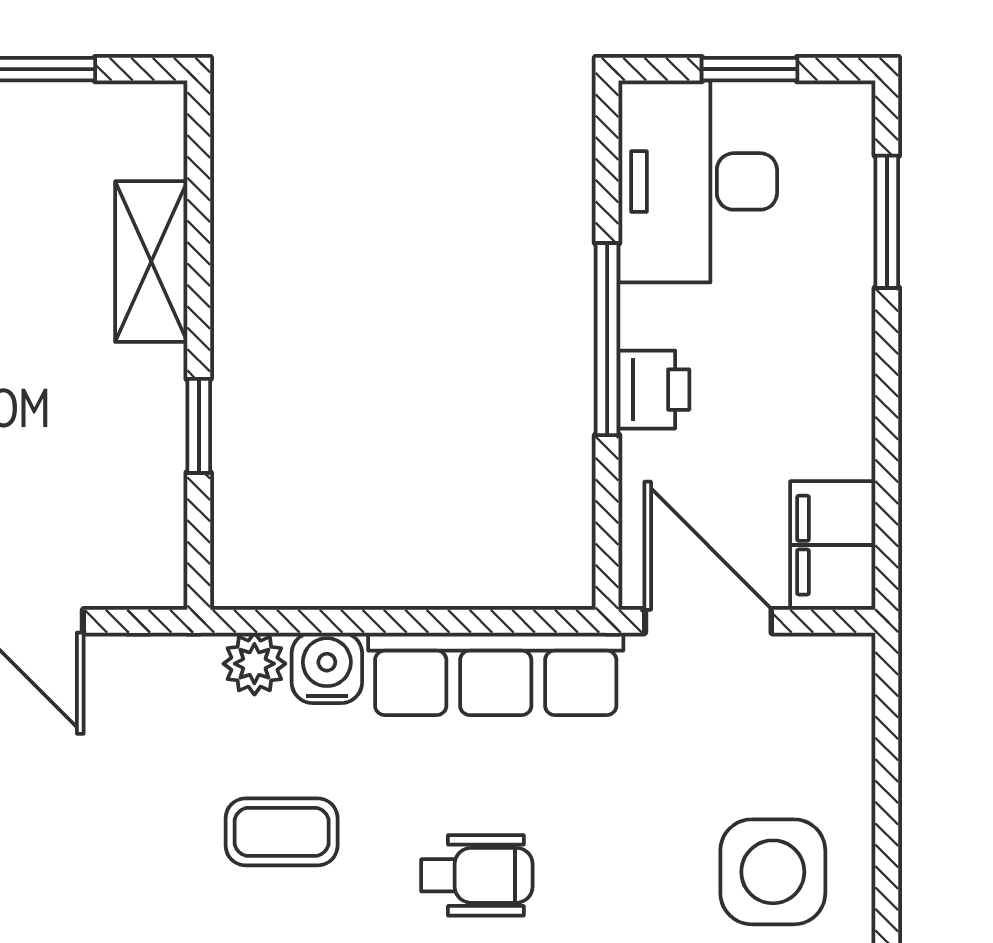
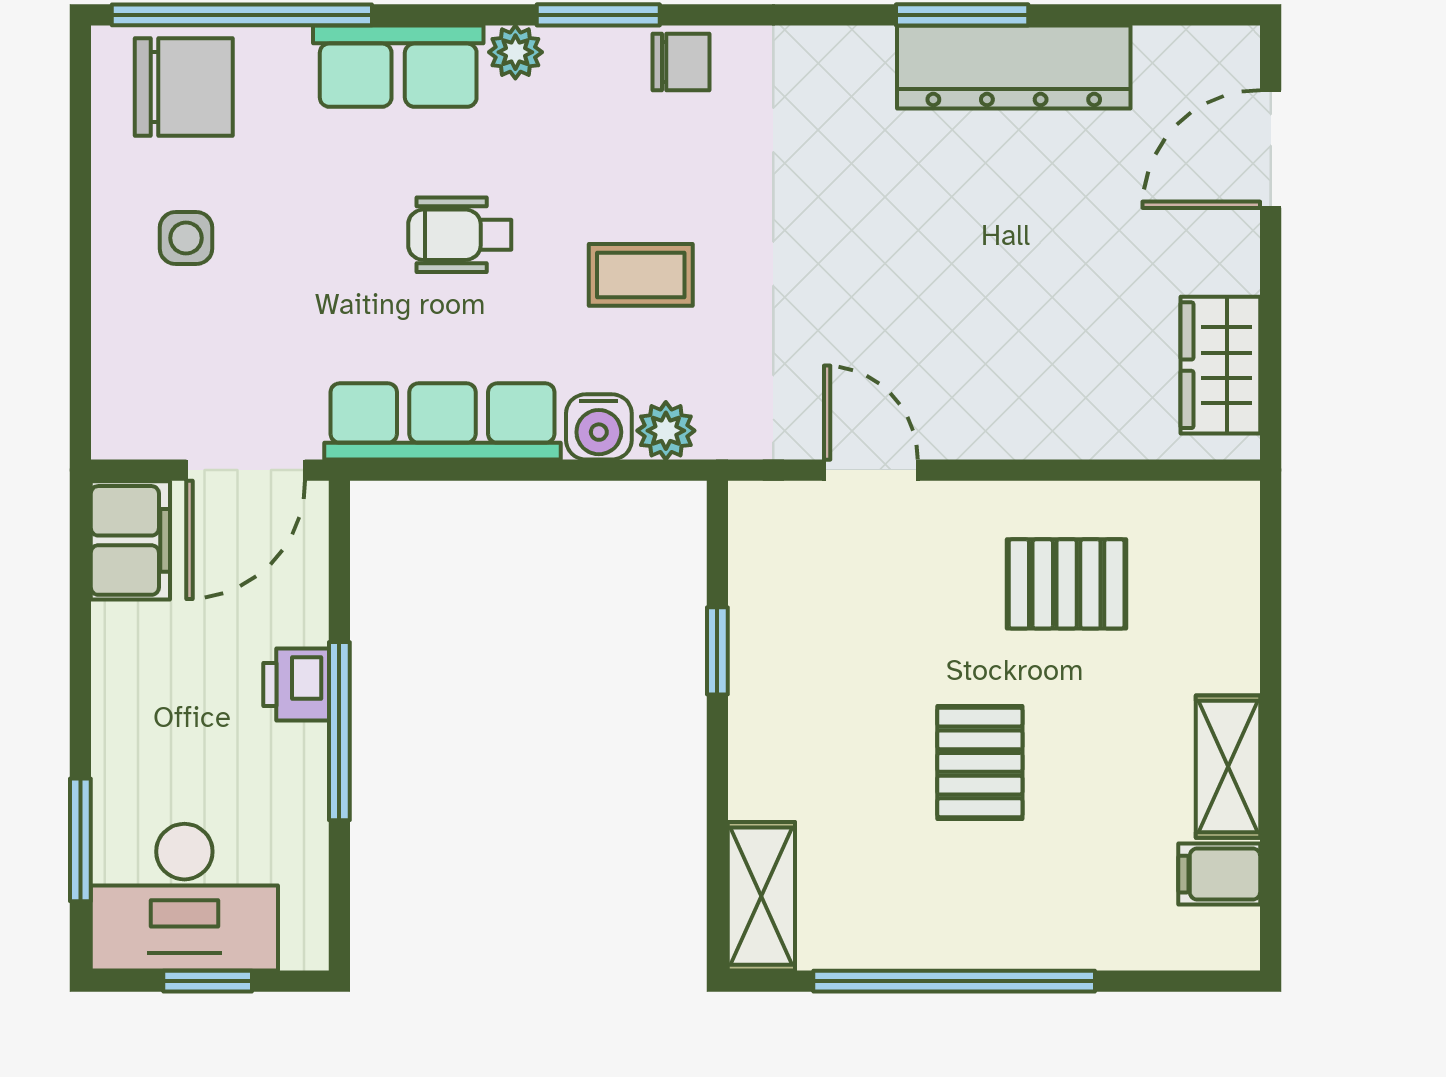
desk: (698, 181) -> (184, 897), moved, turned 90
shelving: (151, 262) -> (761, 896), moved
door: (708, 621) -> (246, 470), hinge flipped
side table: (773, 872) -> (186, 238), width x0.54, depth x0.54

